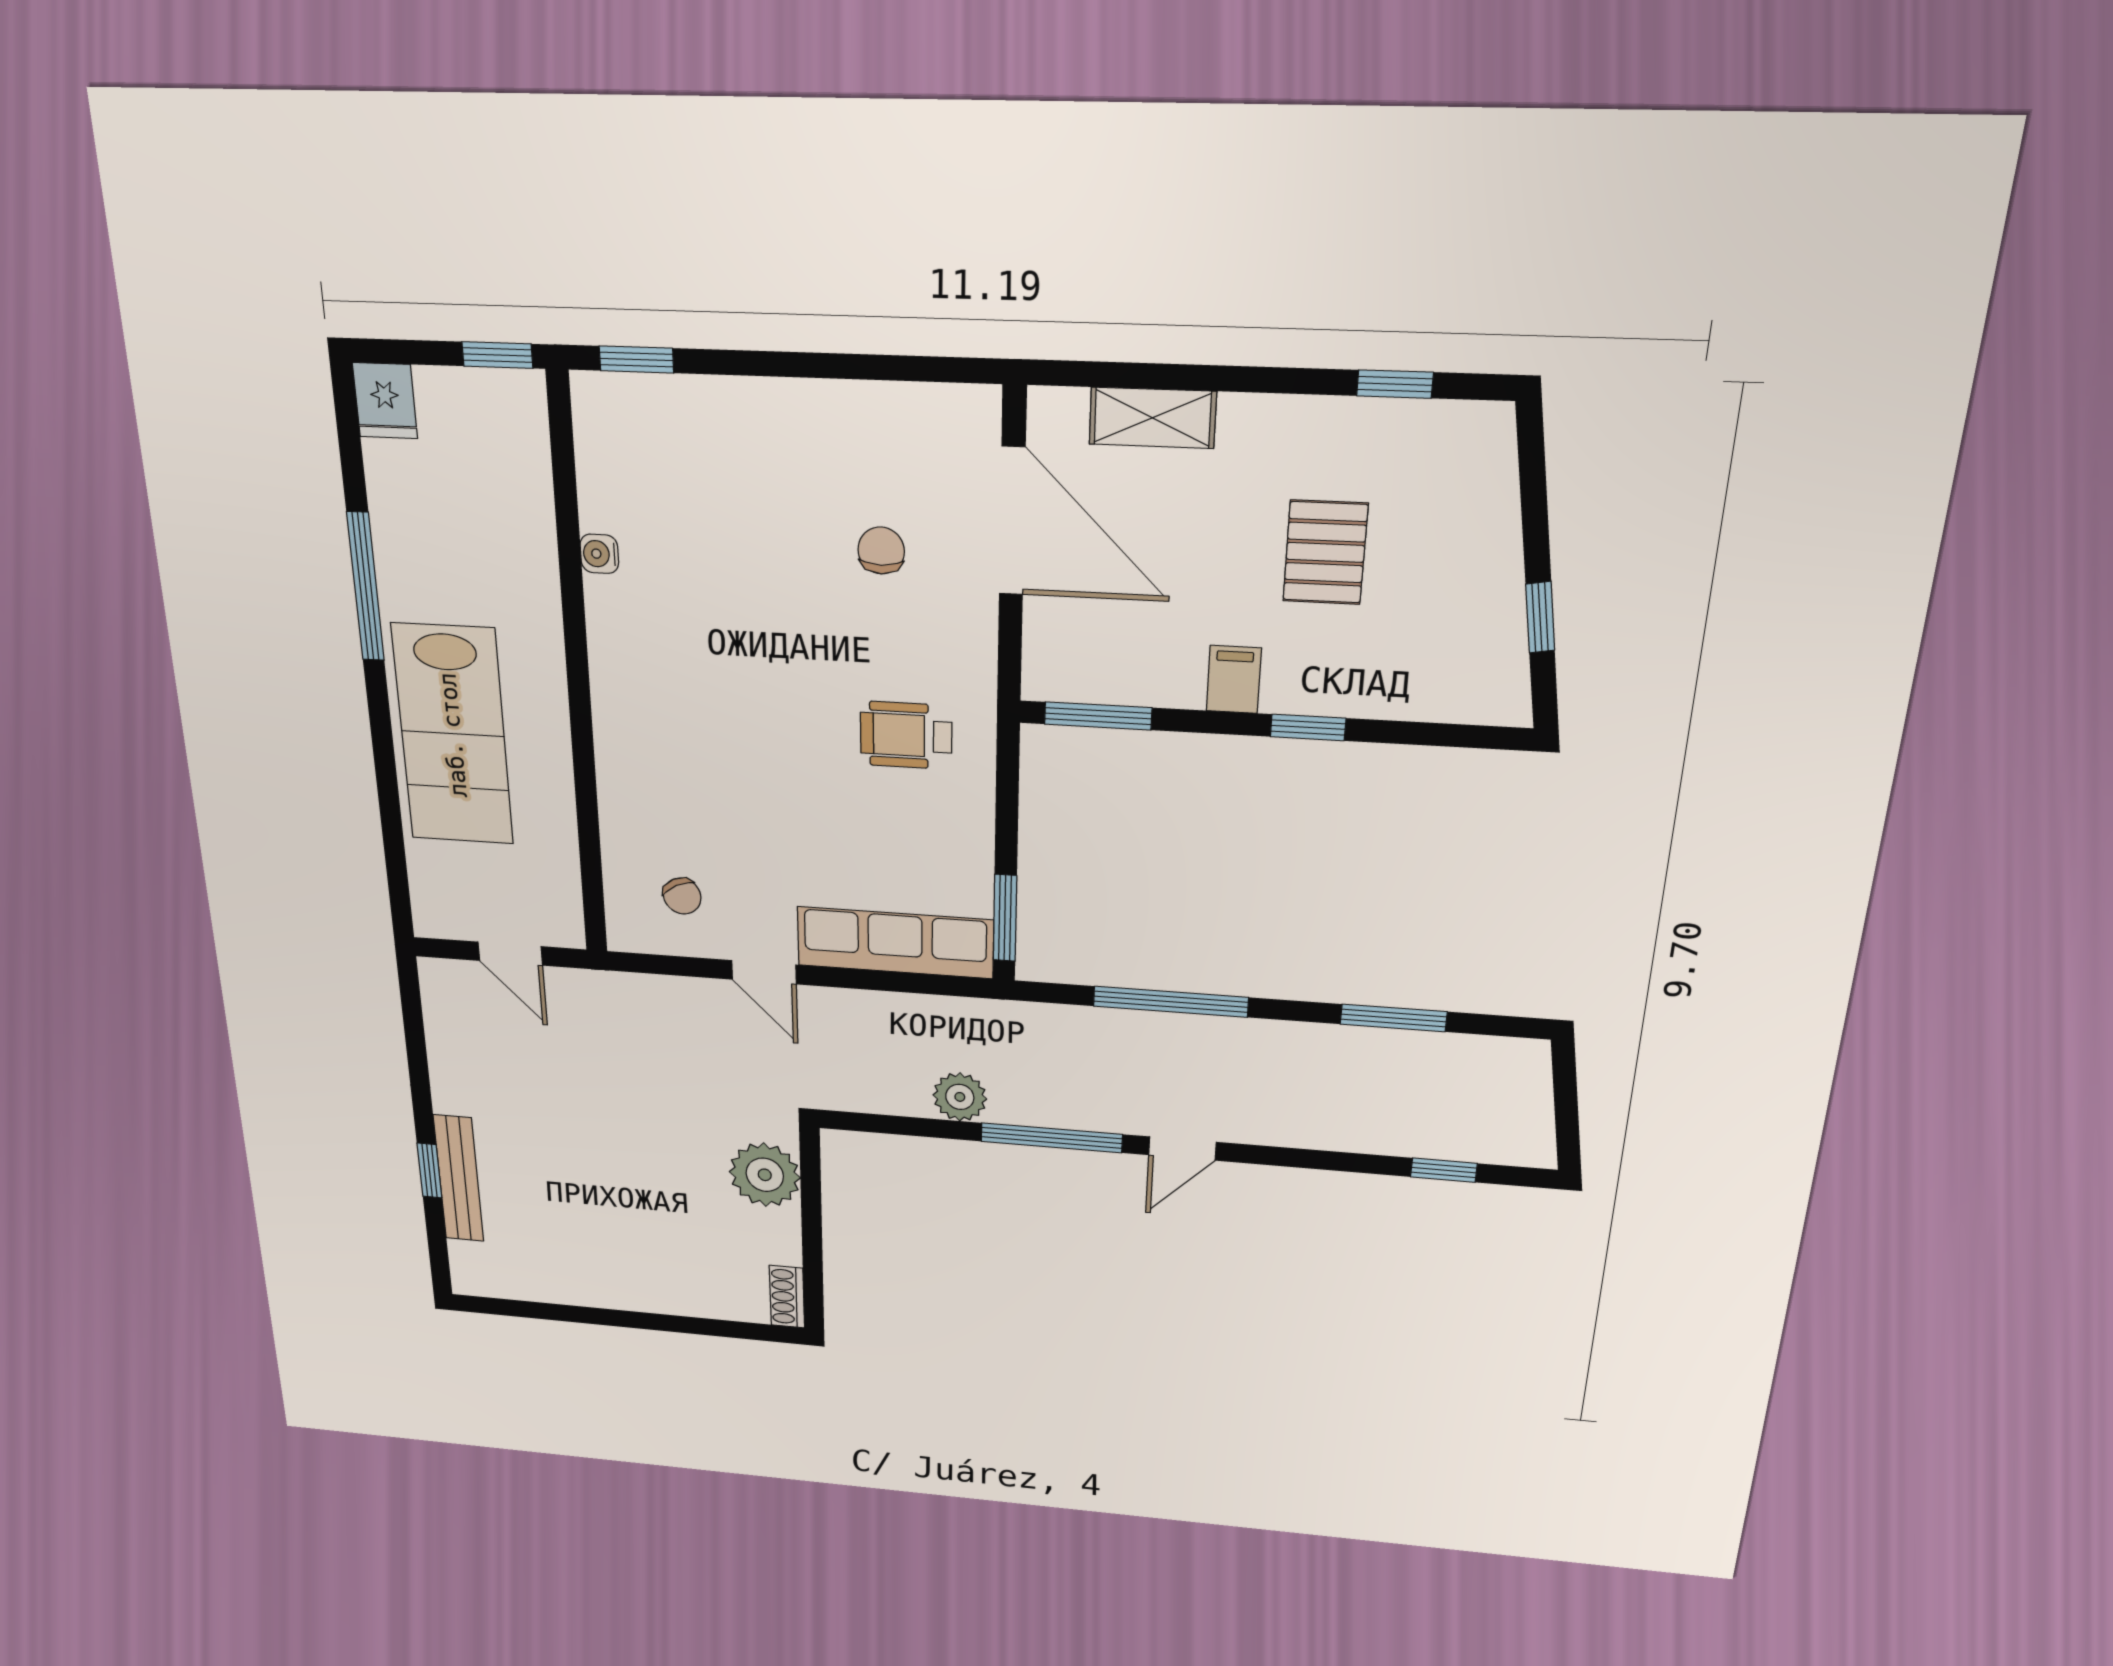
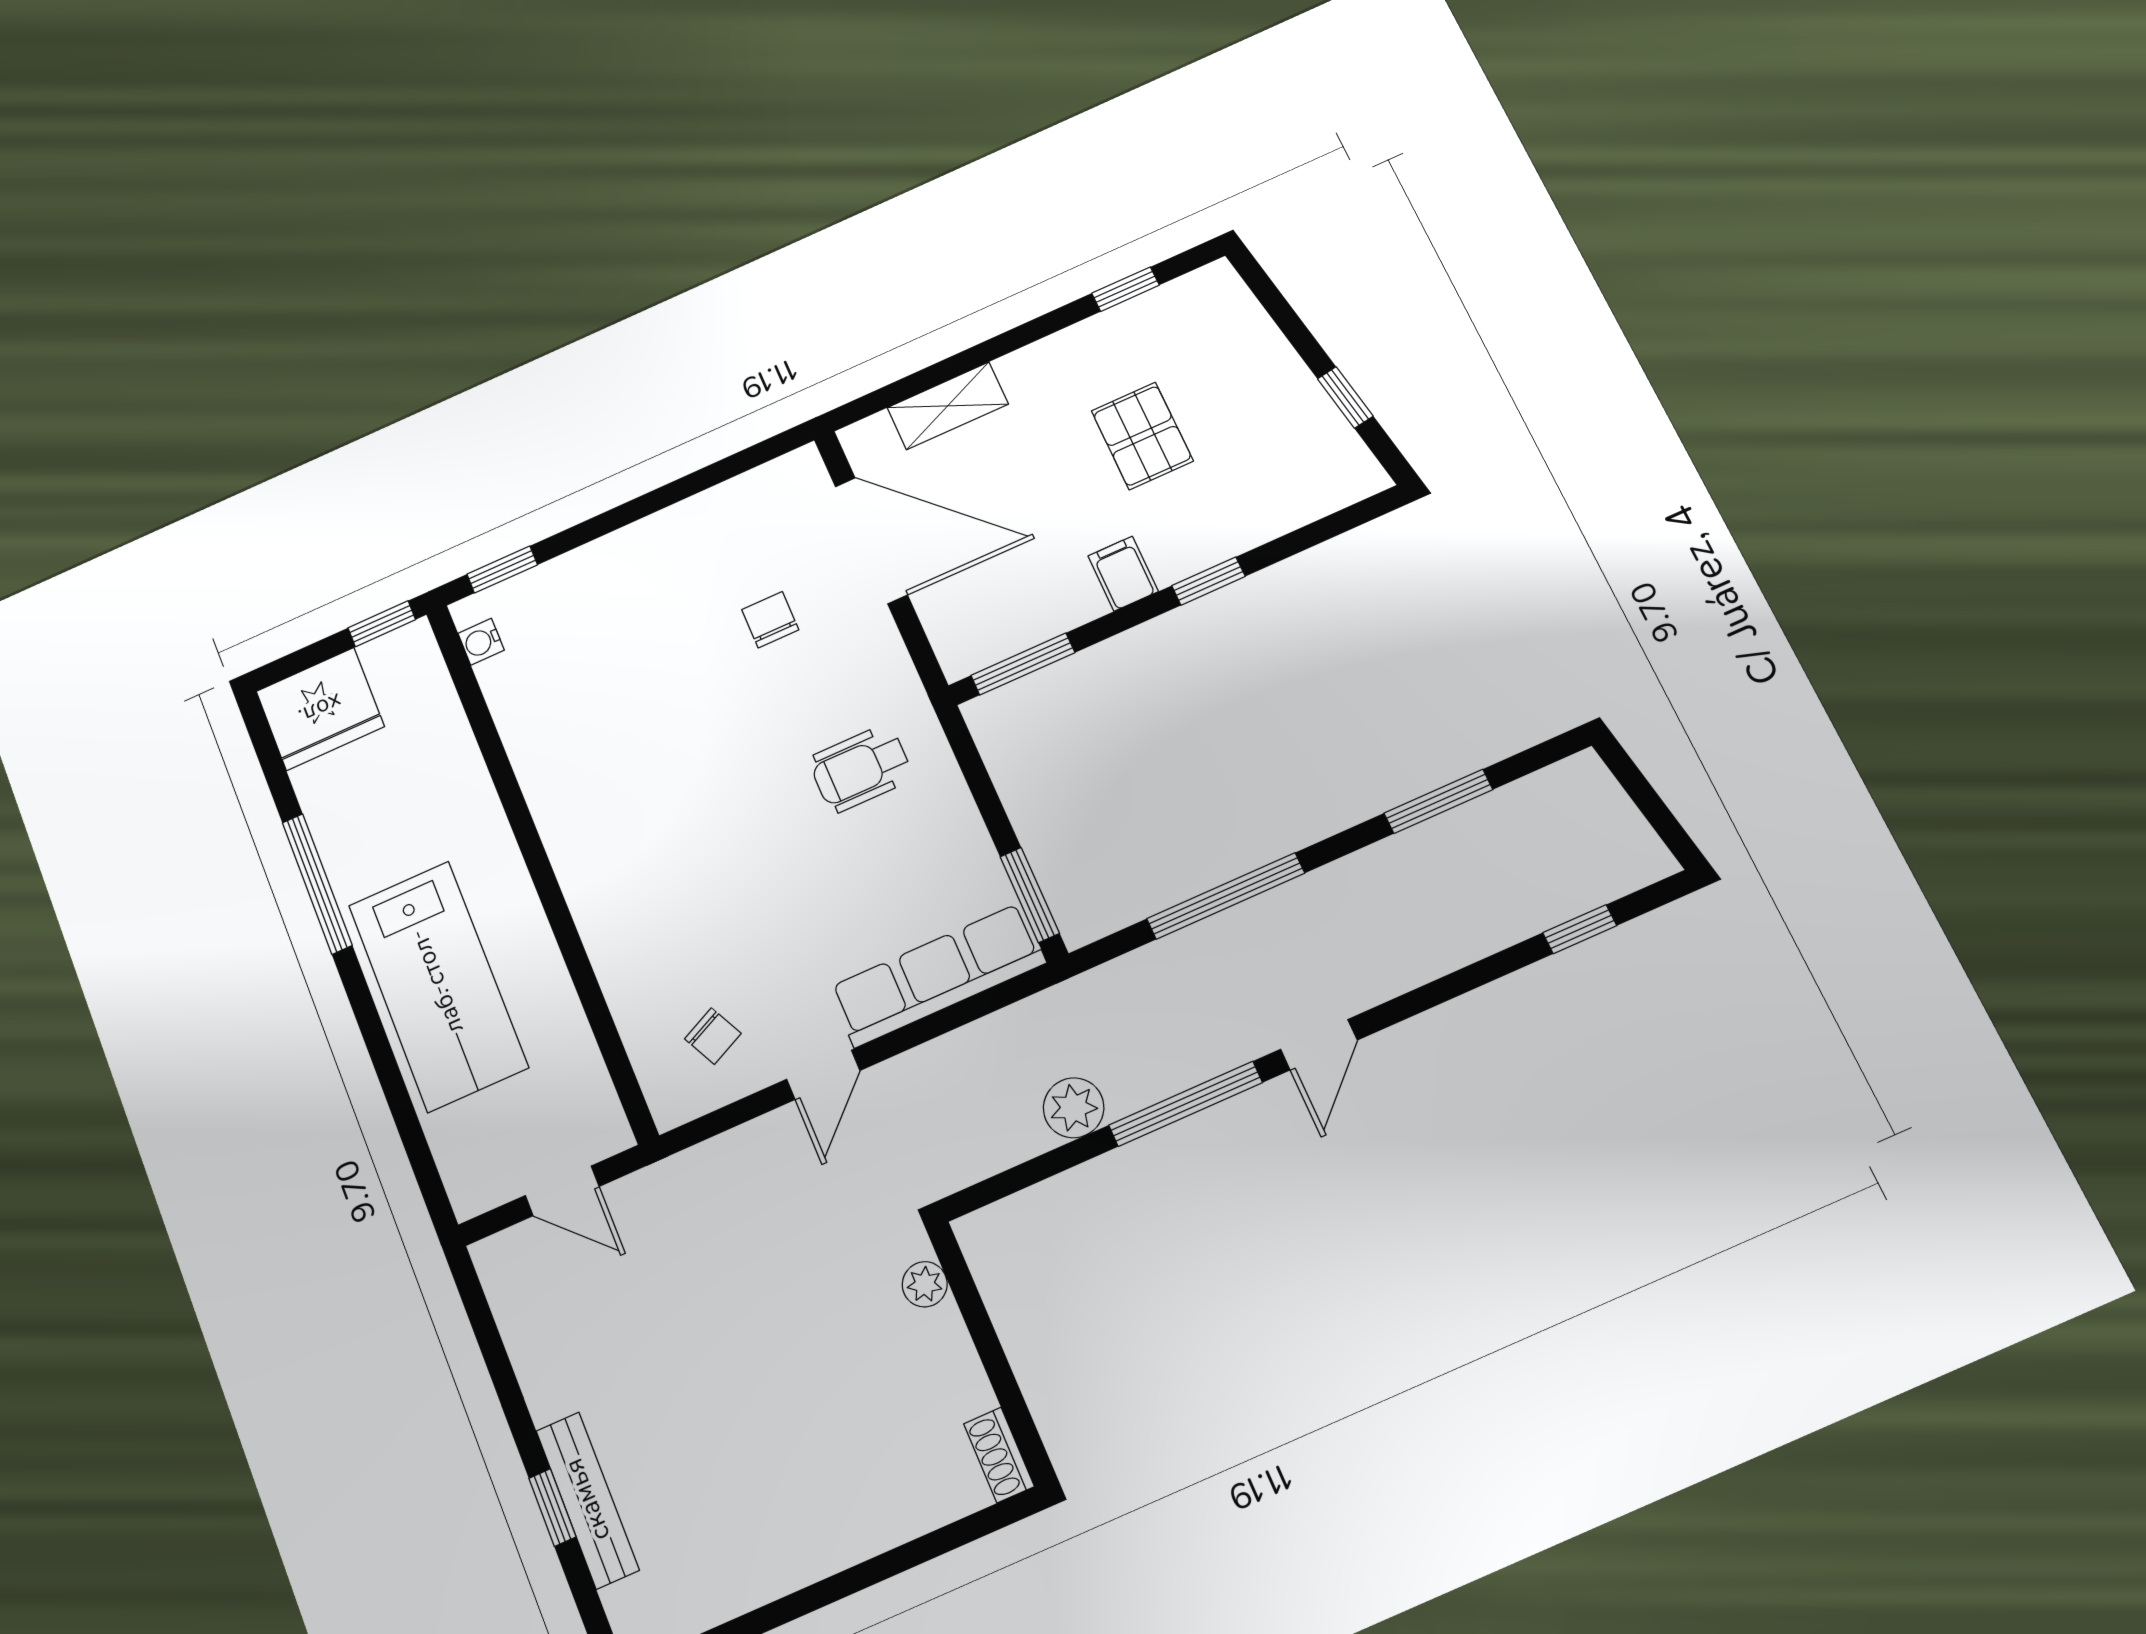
fridge: (385, 401) -> (320, 709), width x1.88, depth x1.34
water cooler: (599, 554) -> (481, 642), moved
door: (764, 972) -> (823, 1075), hinge flipped
plant: (765, 1175) -> (925, 1284), width x0.53, depth x0.53

